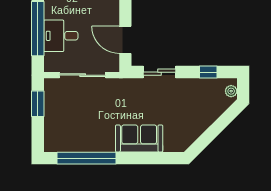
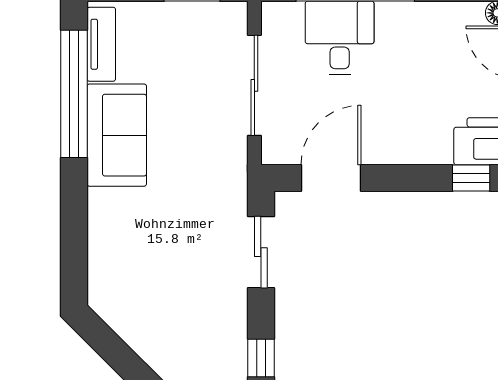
sofa: (139, 138) -> (117, 135), moved
tv unit: (64, 146) -> (101, 44), added

